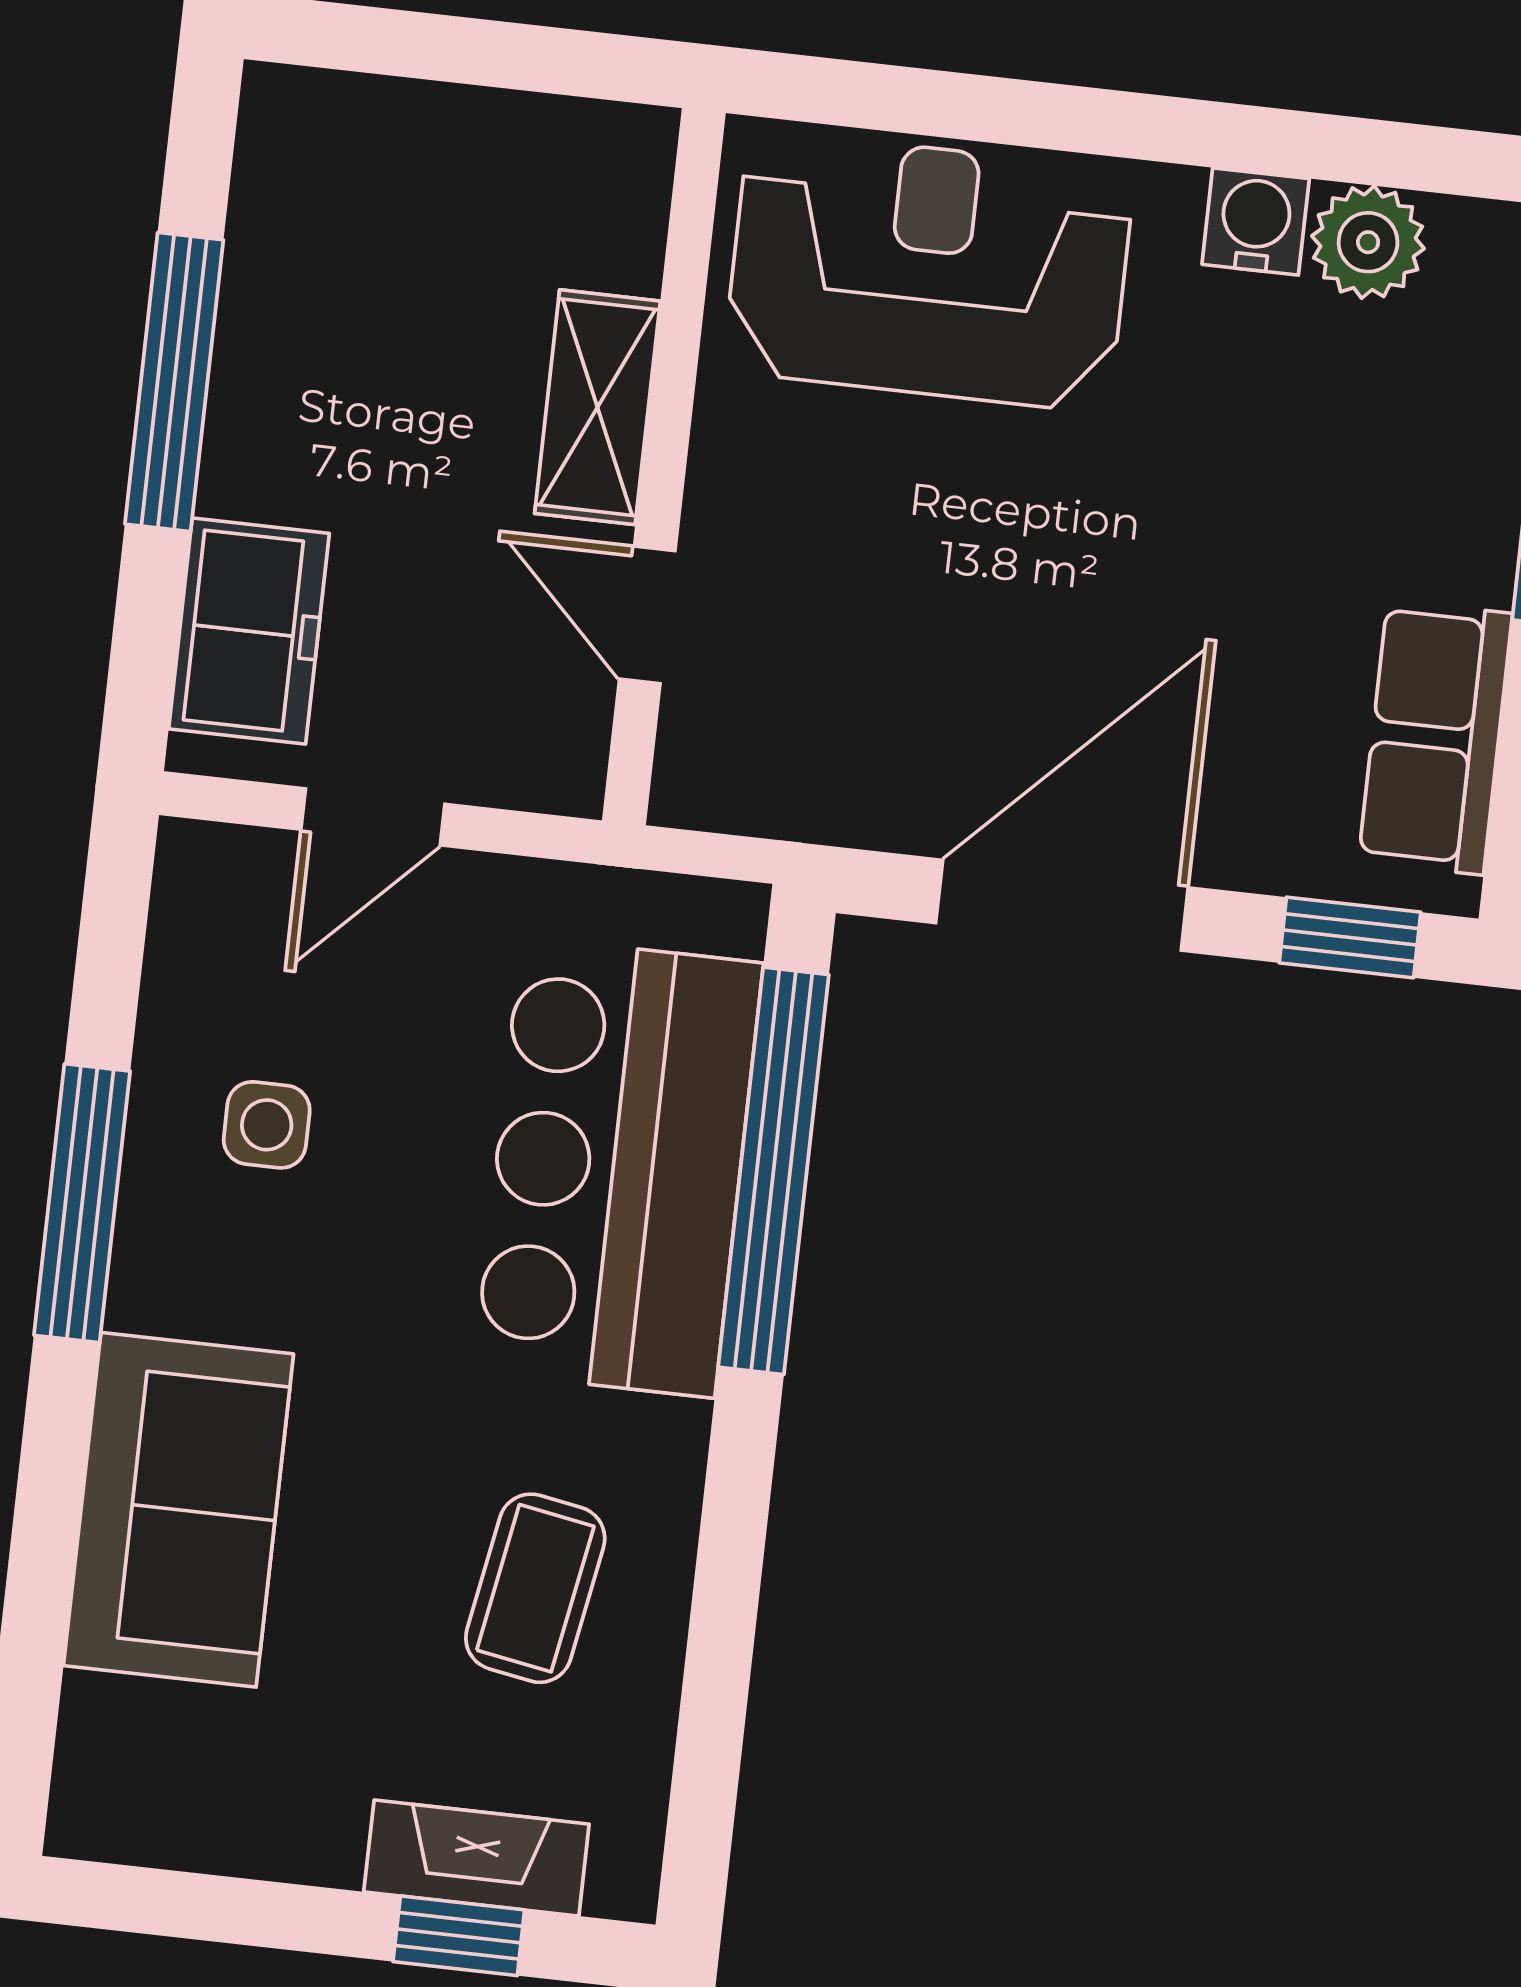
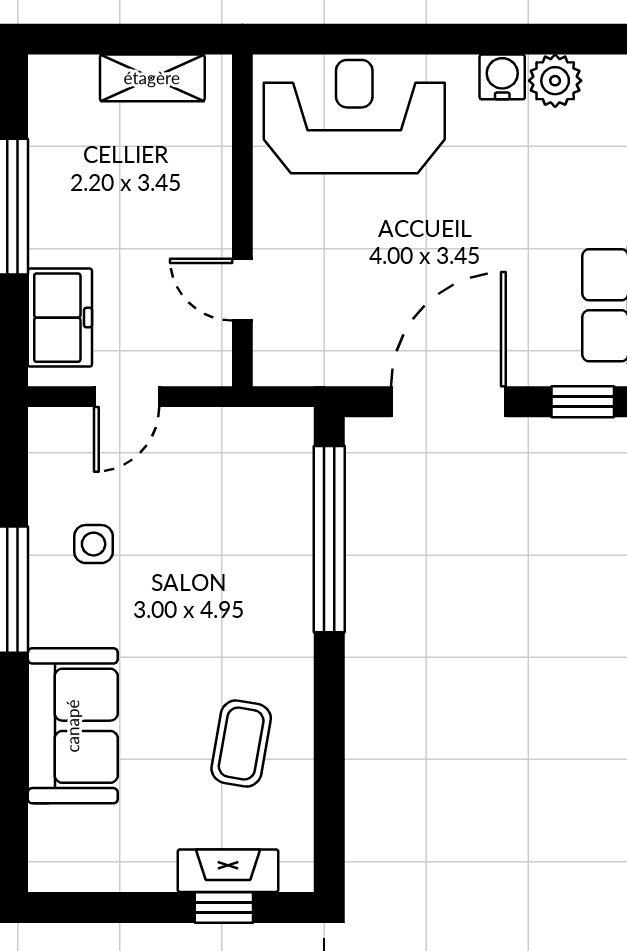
shelving: (597, 407) -> (152, 78), moved, turned 90
bar counter: (618, 1167) -> (258, 545), removed

